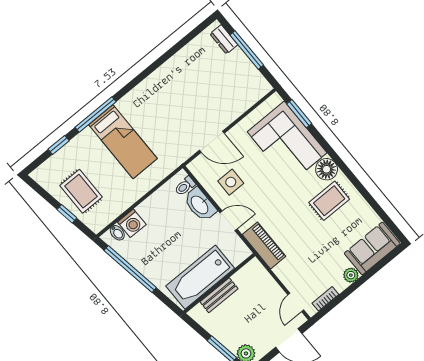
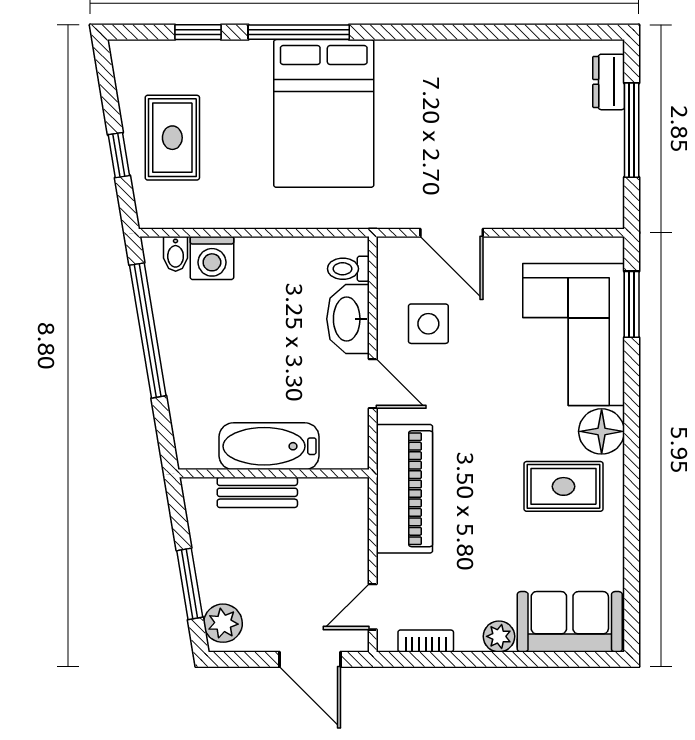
bed: (123, 142) -> (324, 113), width x1.50
piano: (264, 245) -> (404, 489), width x1.37, depth x1.33
bathtub: (200, 277) -> (269, 446), width x0.73, depth x0.73

